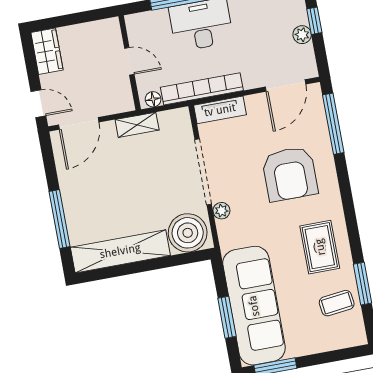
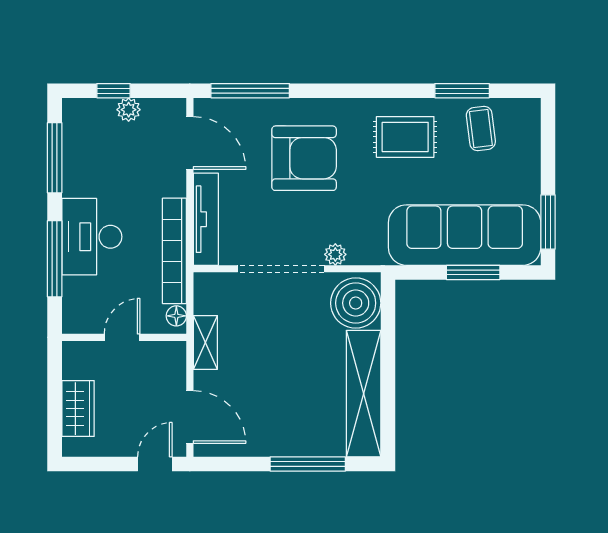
wardrobe: (47, 51) -> (78, 409), moved, turned 90
tv unit: (220, 110) -> (206, 219), width x1.41

